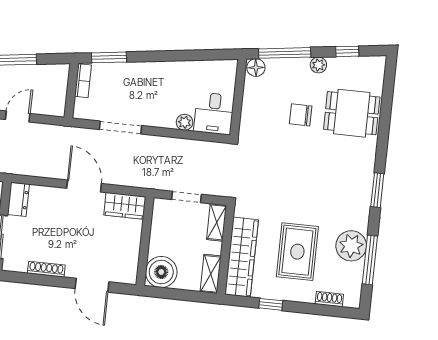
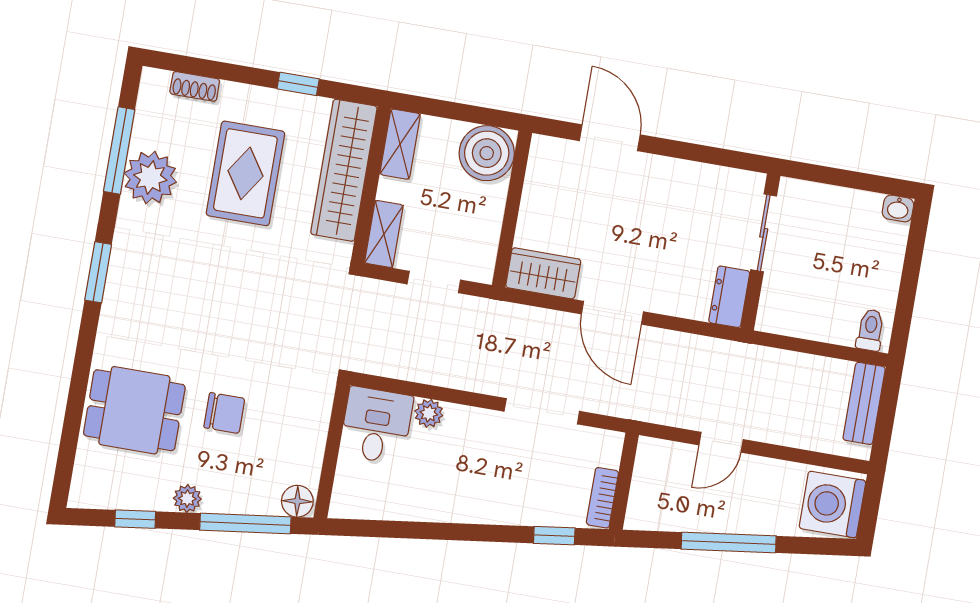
window: (109, 57) -> (554, 536), width x0.67
shoe rack: (46, 269) -> (688, 171), removed

